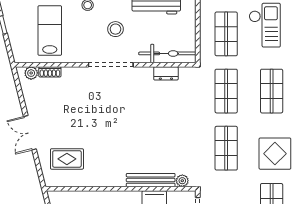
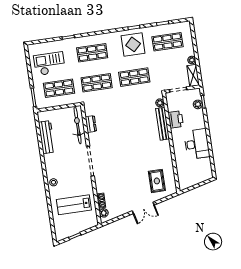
stool: (115, 29) -> (67, 162), removed

